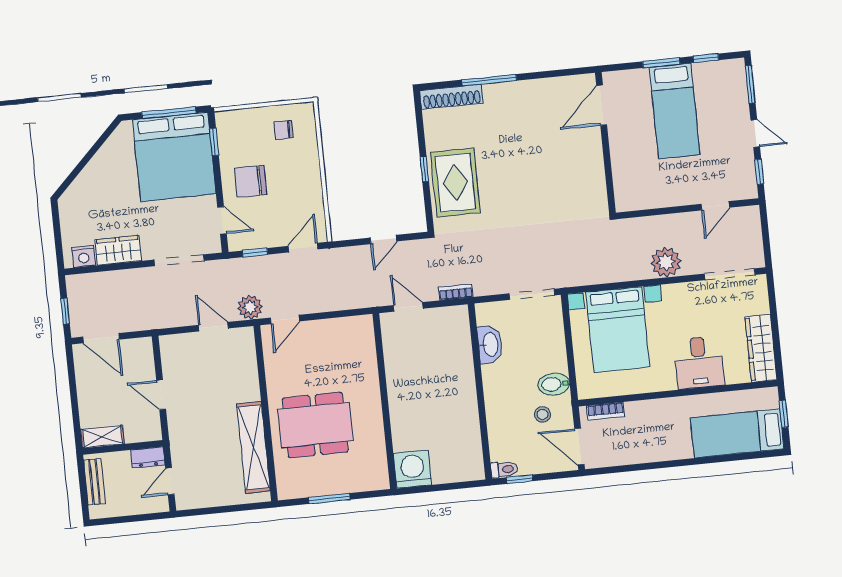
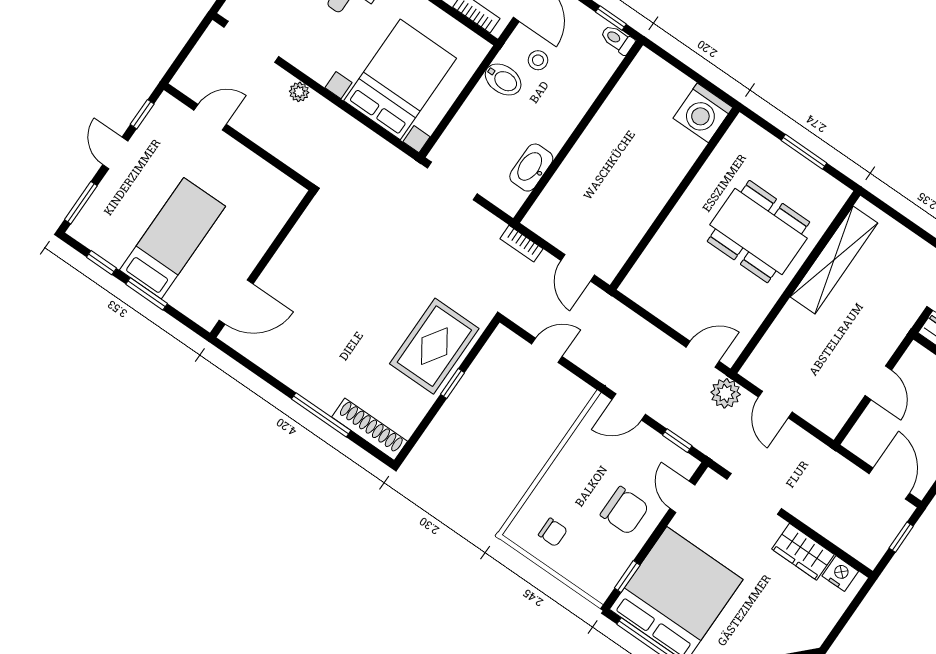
plant: (666, 262) -> (299, 92), width x0.53, depth x0.53

